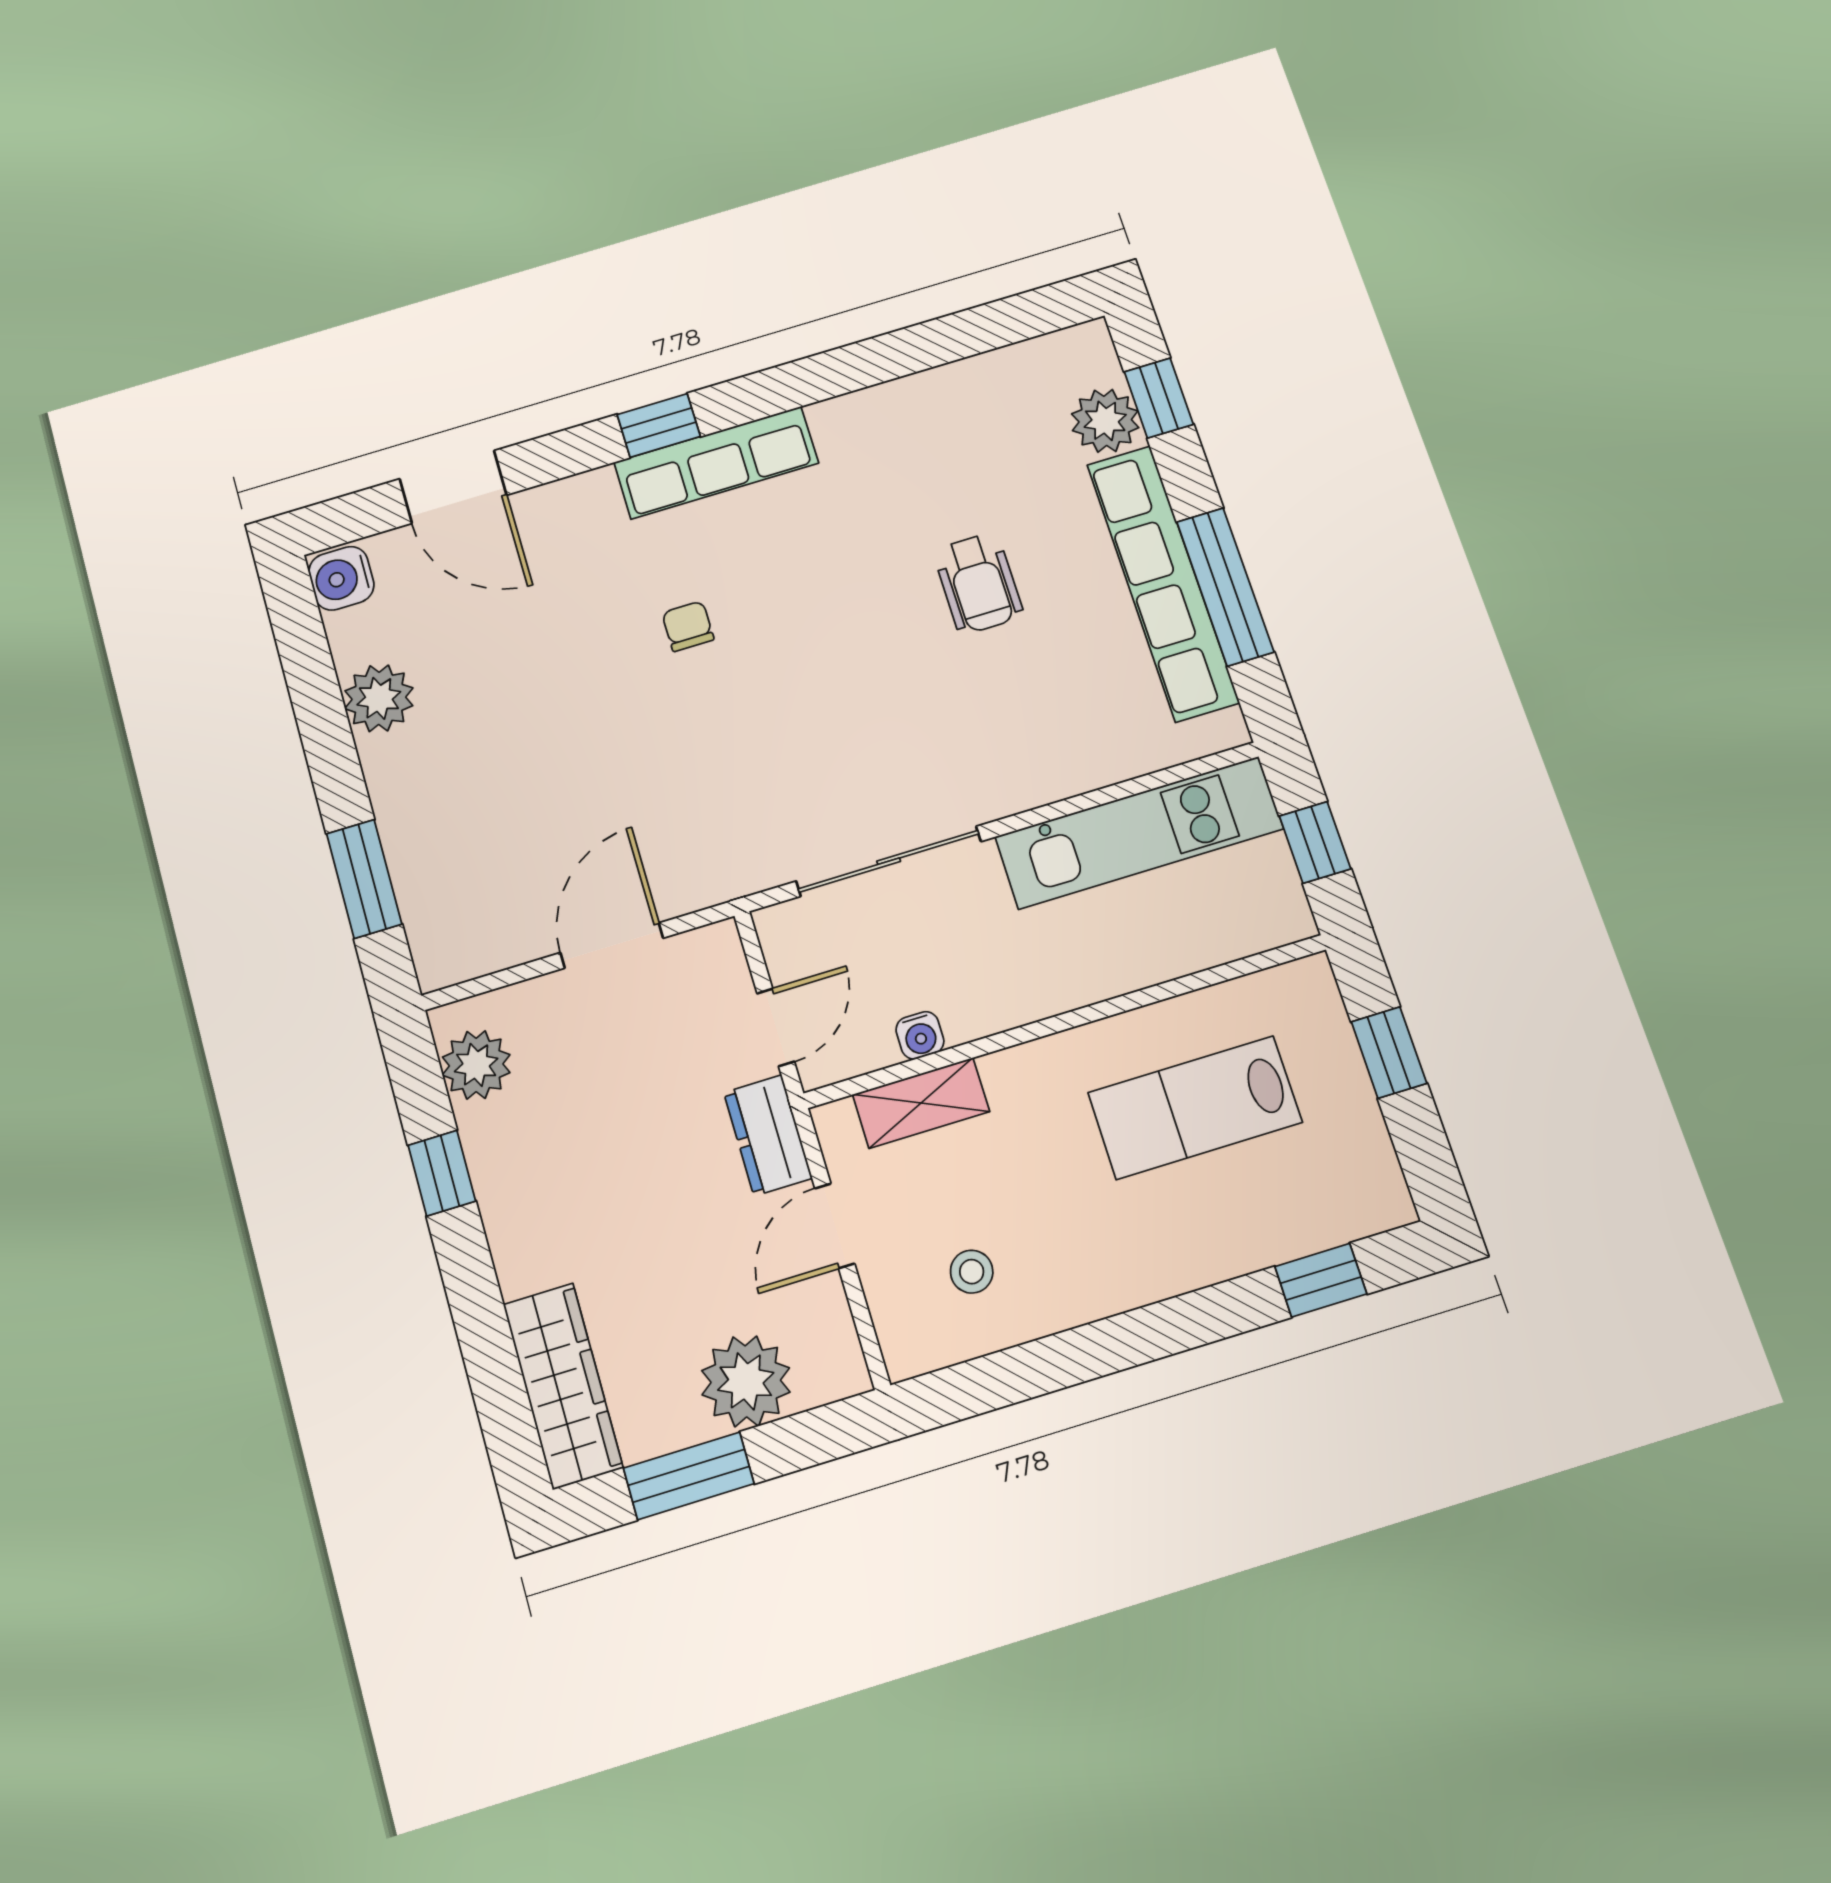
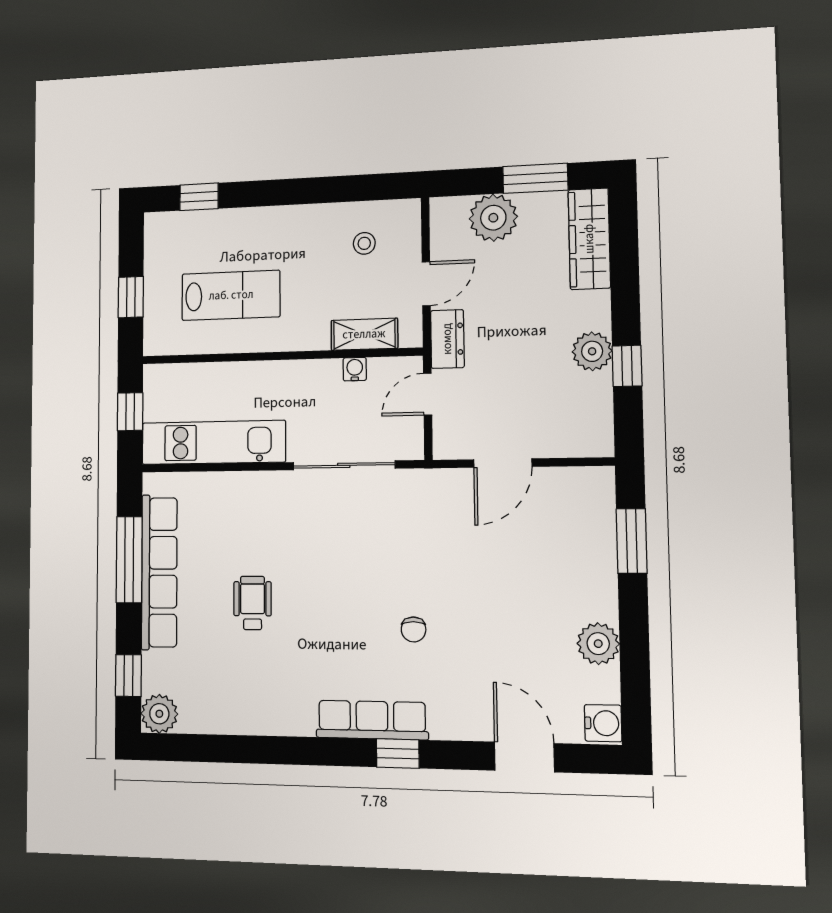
plant: (1105, 421) -> (159, 714), moved
plant: (476, 1065) -> (592, 351), moved

